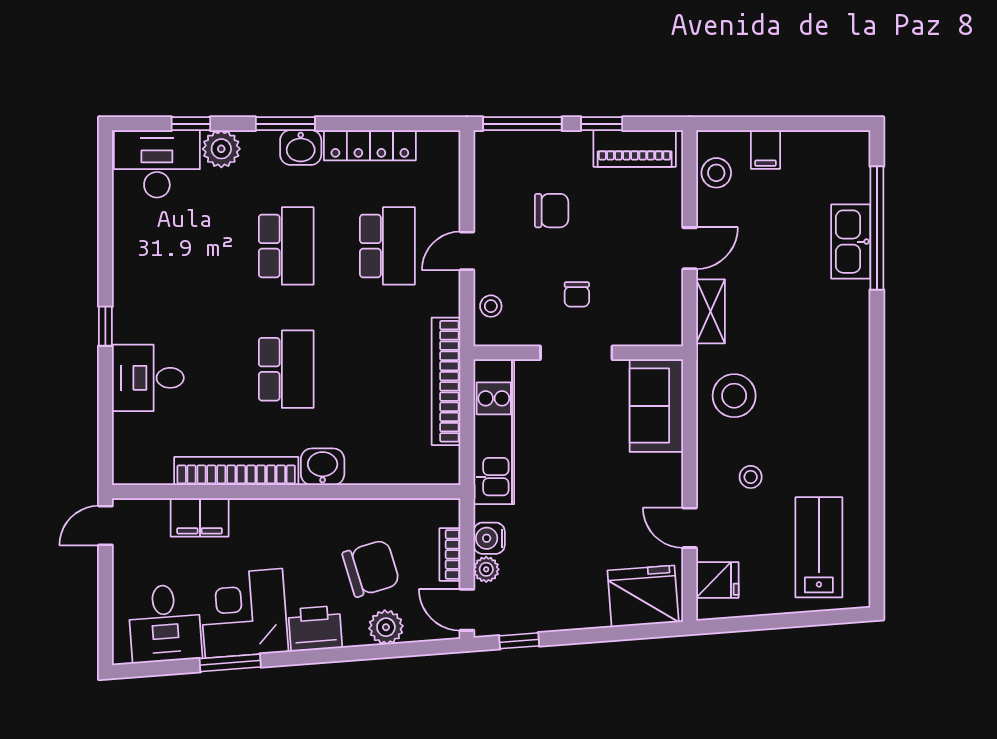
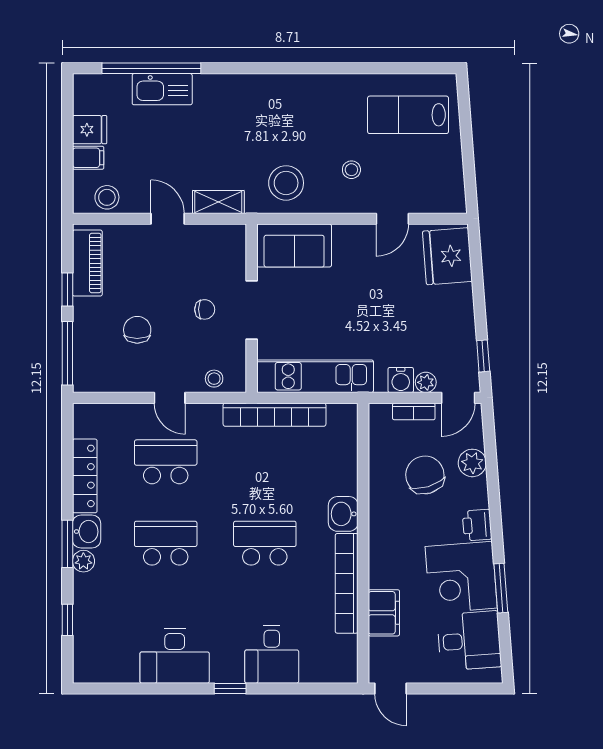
plant: (221, 149) -> (83, 561), moved, width x0.73, depth x0.73
desk: (157, 164) -> (175, 656), moved, turned -90
fridge: (717, 580) -> (90, 130), moved, turned 90
printer: (315, 629) -> (477, 525), width x0.73, depth x0.81

